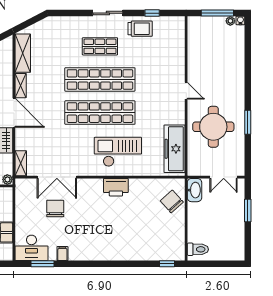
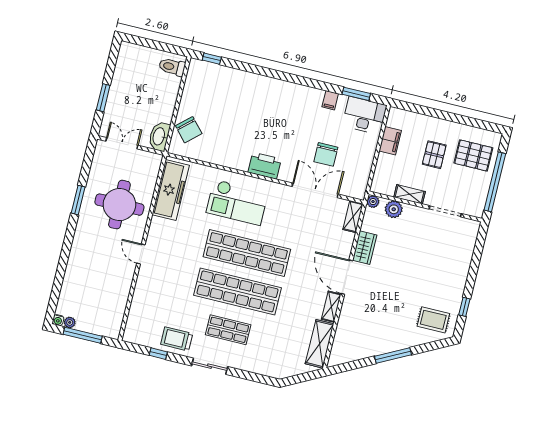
printer: (116, 187) -> (265, 166), moved

